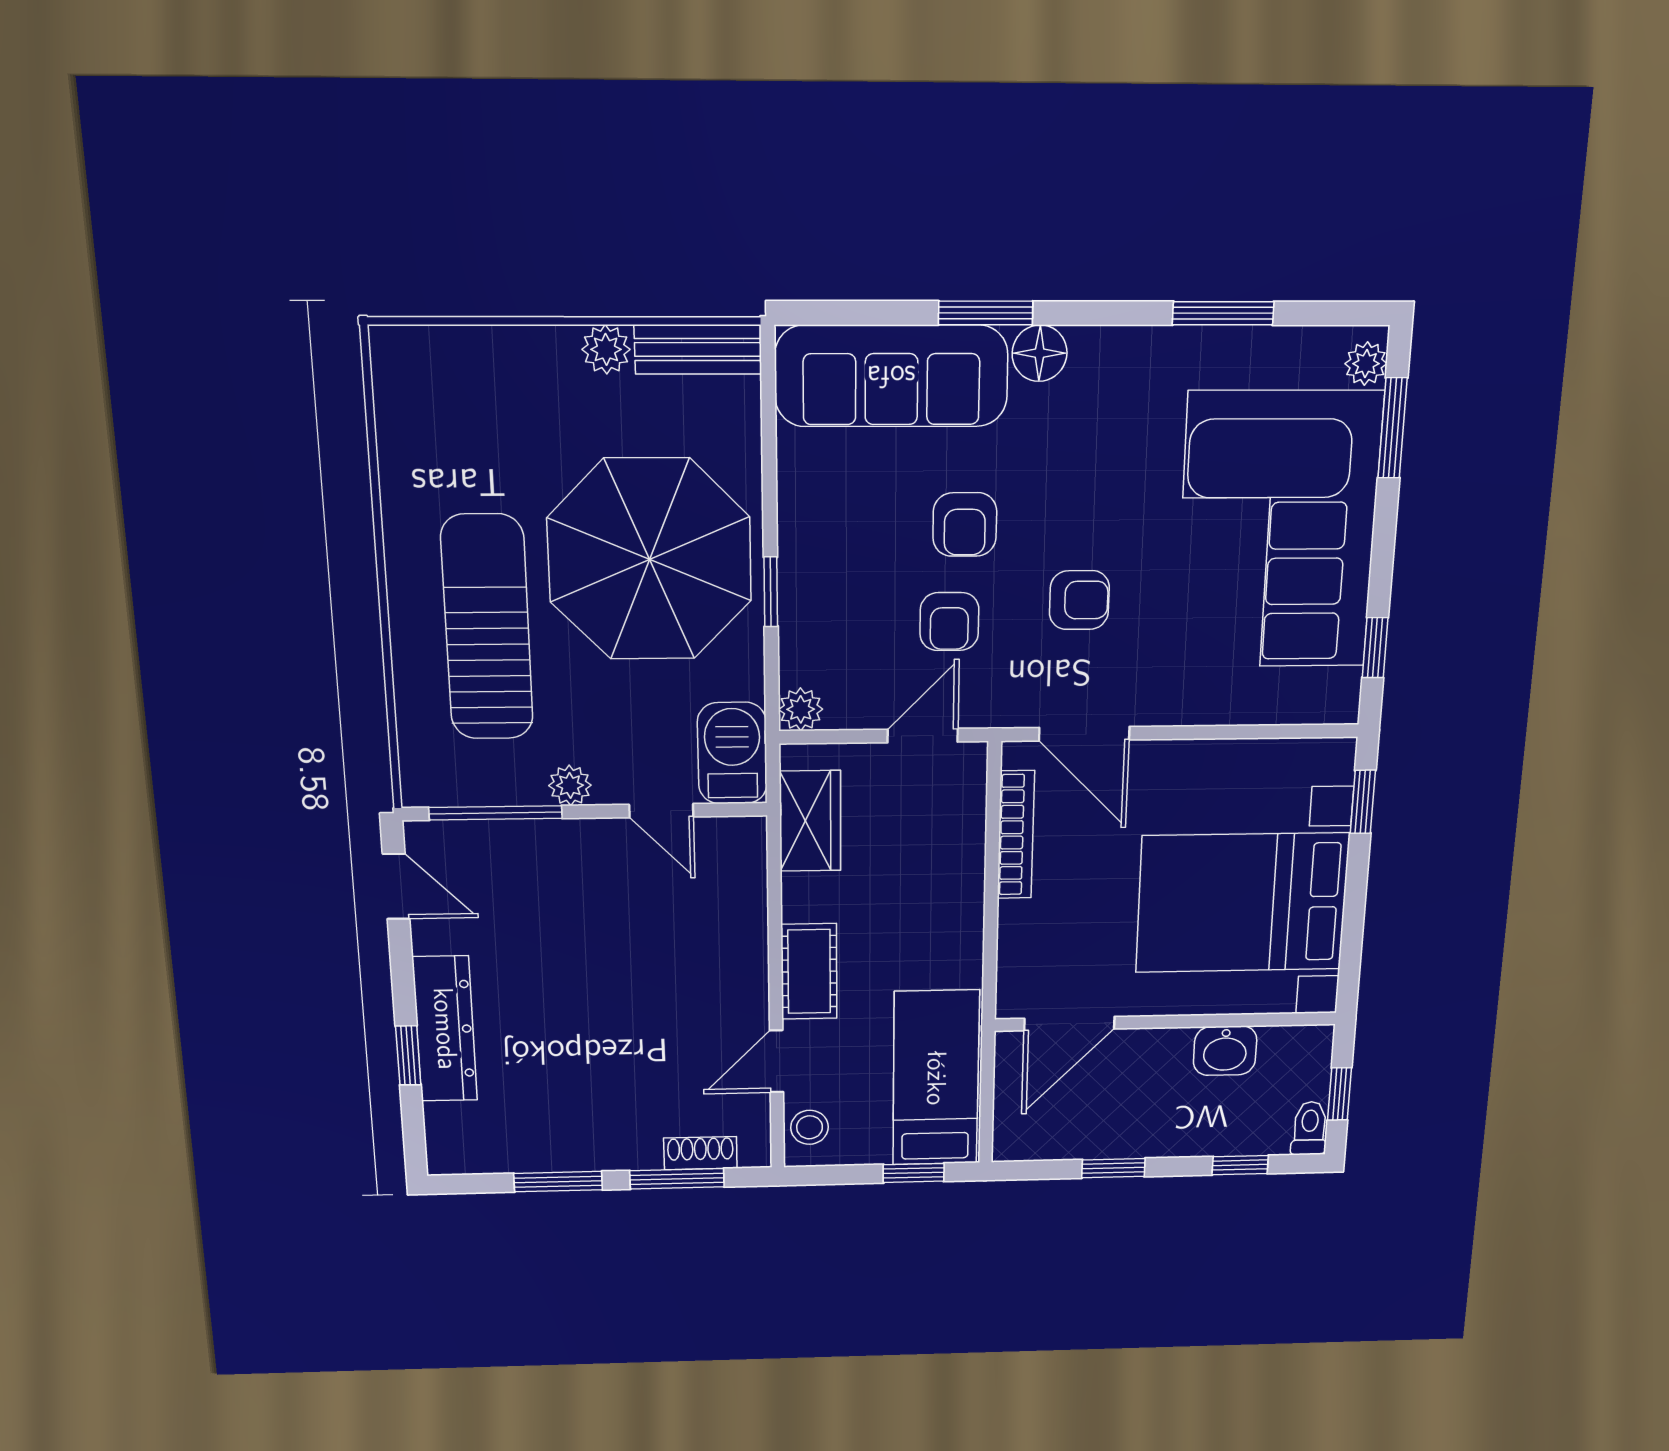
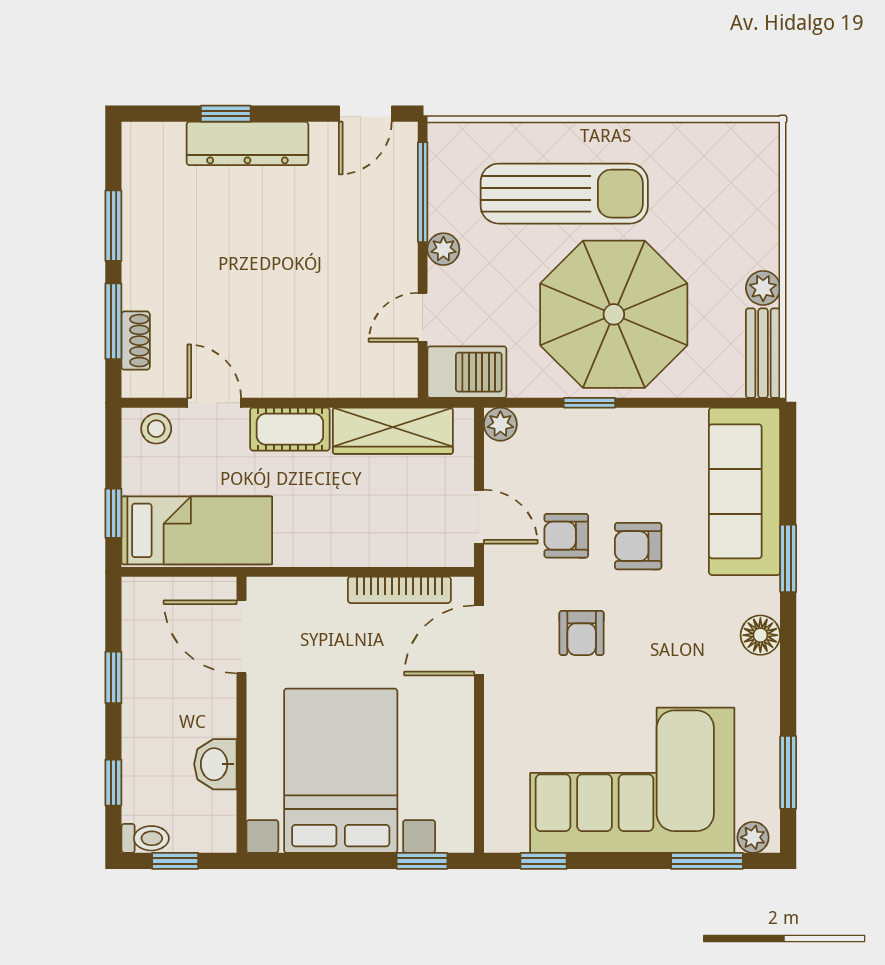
window: (1223, 313) -> (788, 772), moved
floor lamp: (1040, 353) -> (760, 635), moved
wardrobe: (810, 821) -> (393, 431), width x1.50

